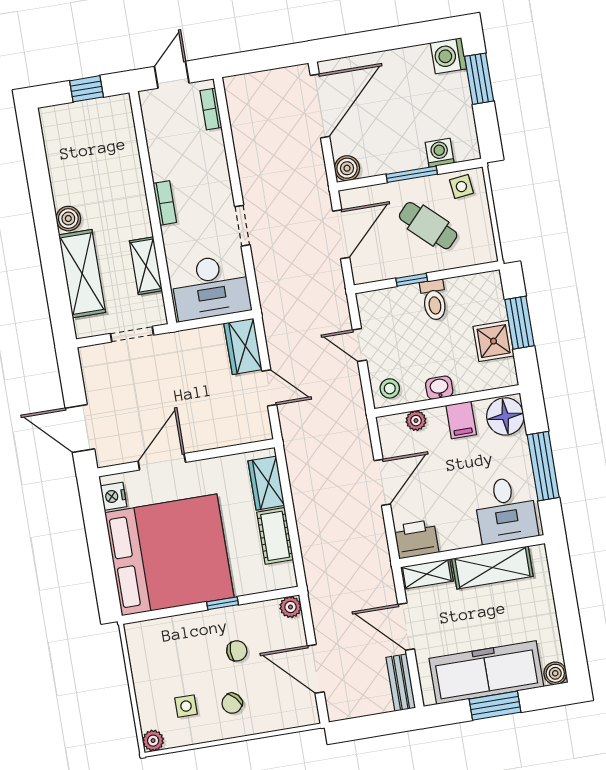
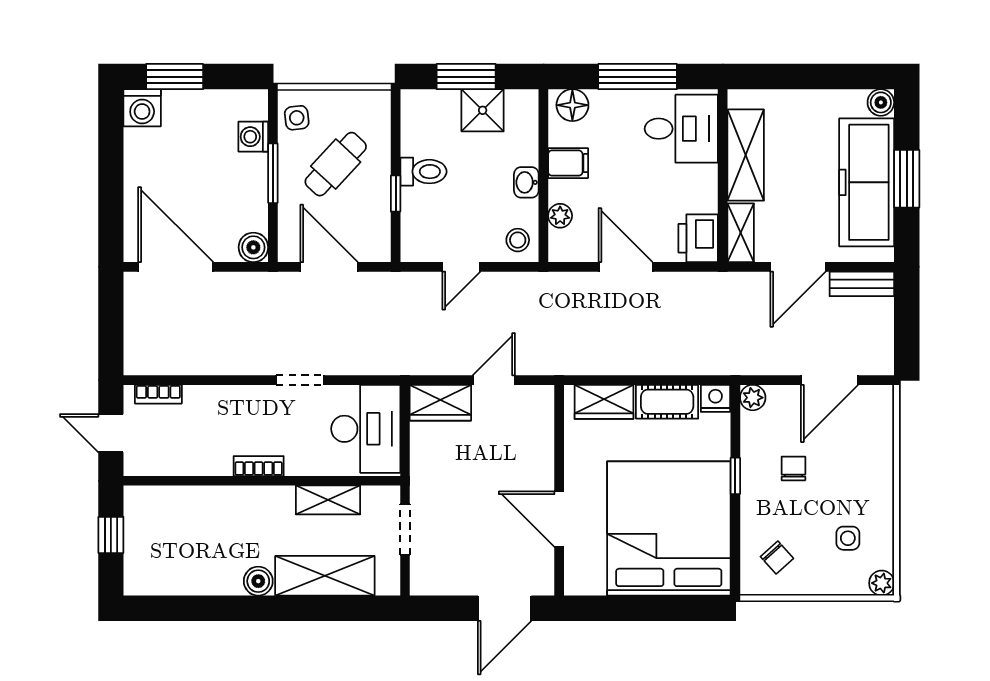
floor lamp: (505, 416) -> (572, 105), width x0.73, depth x0.73
nightstand: (114, 496) -> (715, 398), moved, turned 180
chair: (232, 703) -> (777, 557), moved

